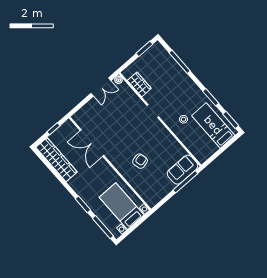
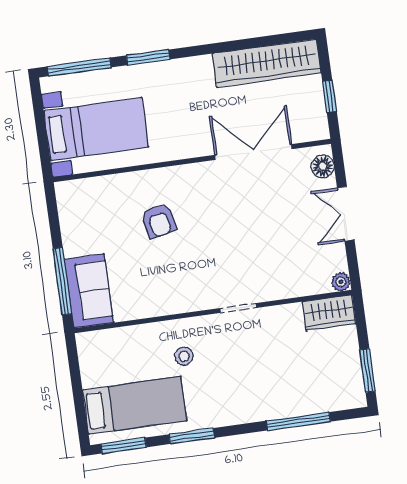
wardrobe: (139, 84) -> (329, 313), moved
double door: (101, 87) -> (346, 214), moved
floor lamp: (81, 114) -> (323, 166), added

